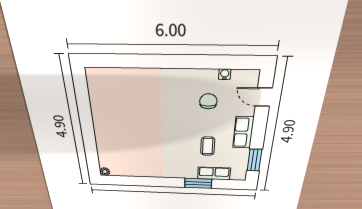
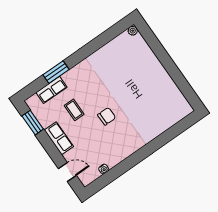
chair: (208, 101) -> (107, 116), moved, turned -90

